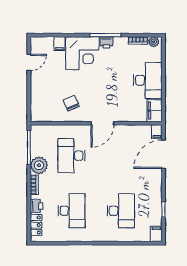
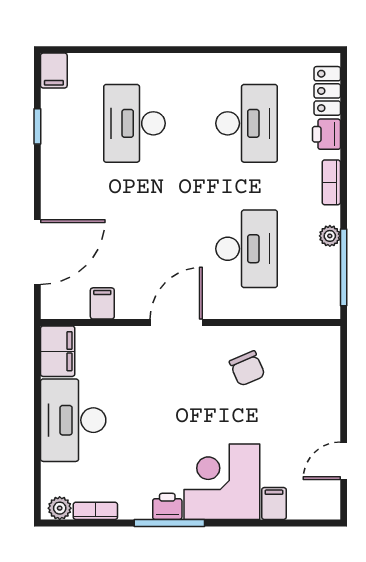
filing cabinet: (157, 132) -> (102, 303), moved
plant: (39, 165) -> (330, 236), width x0.53, depth x0.53
desk: (71, 211) -> (247, 123), turned 180

